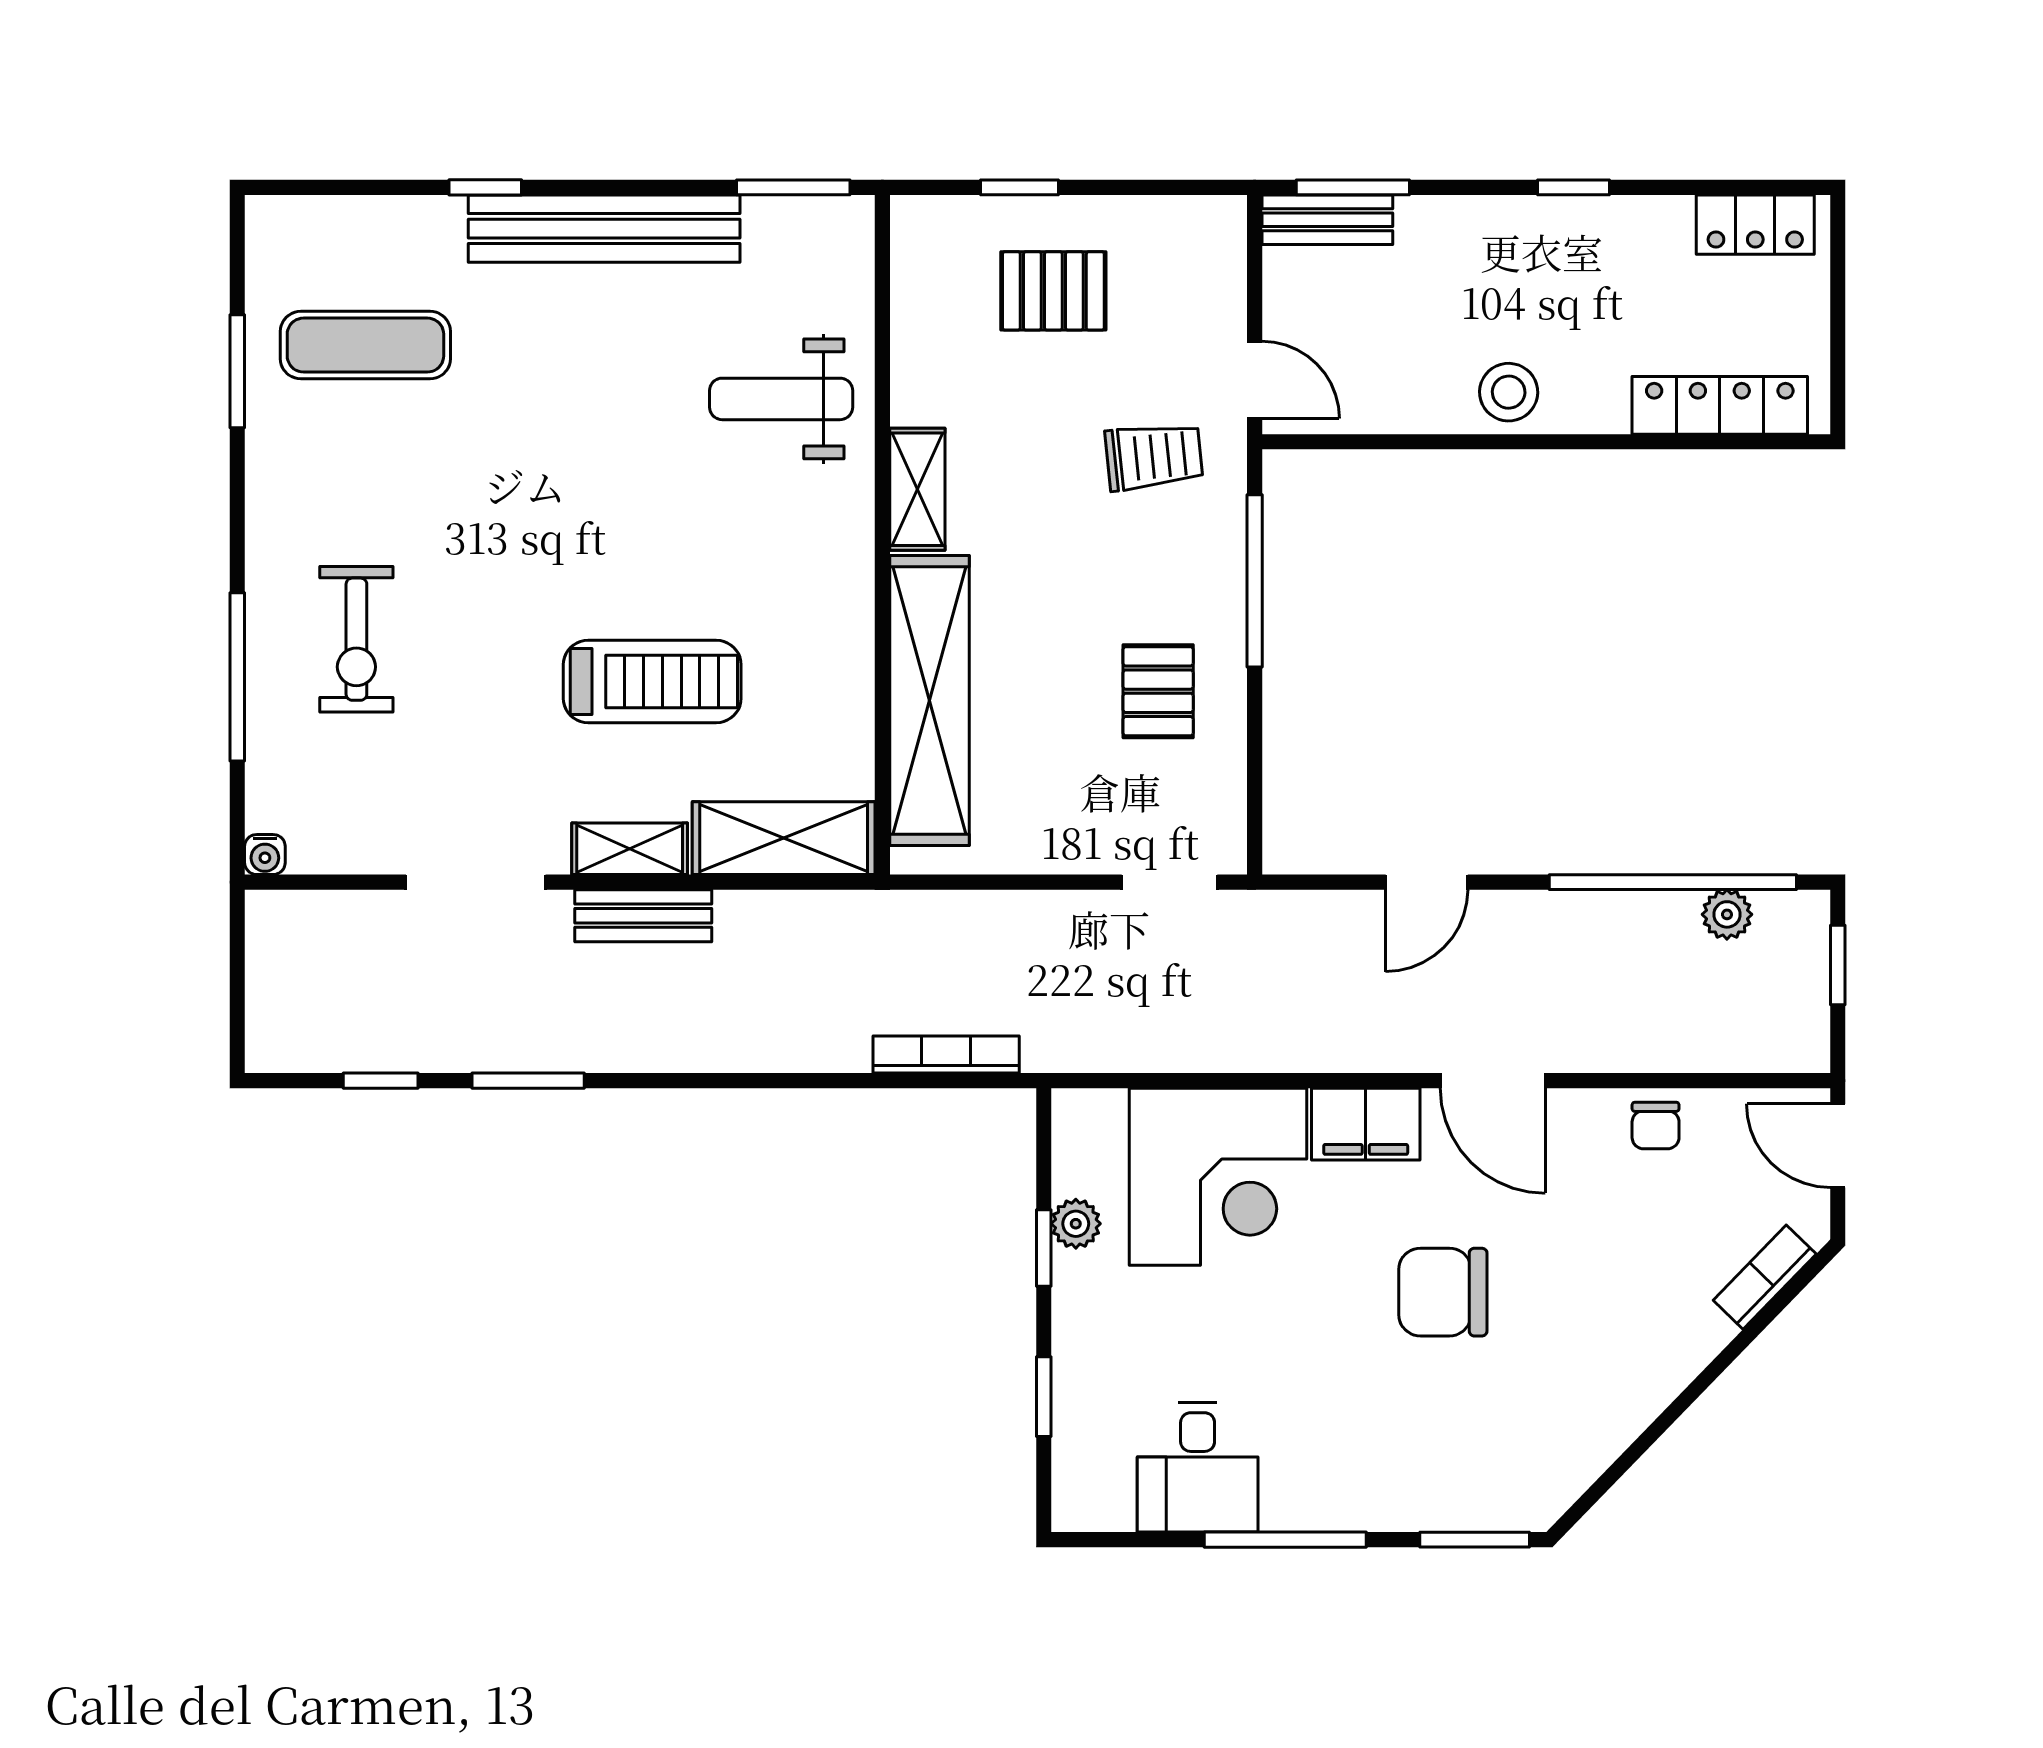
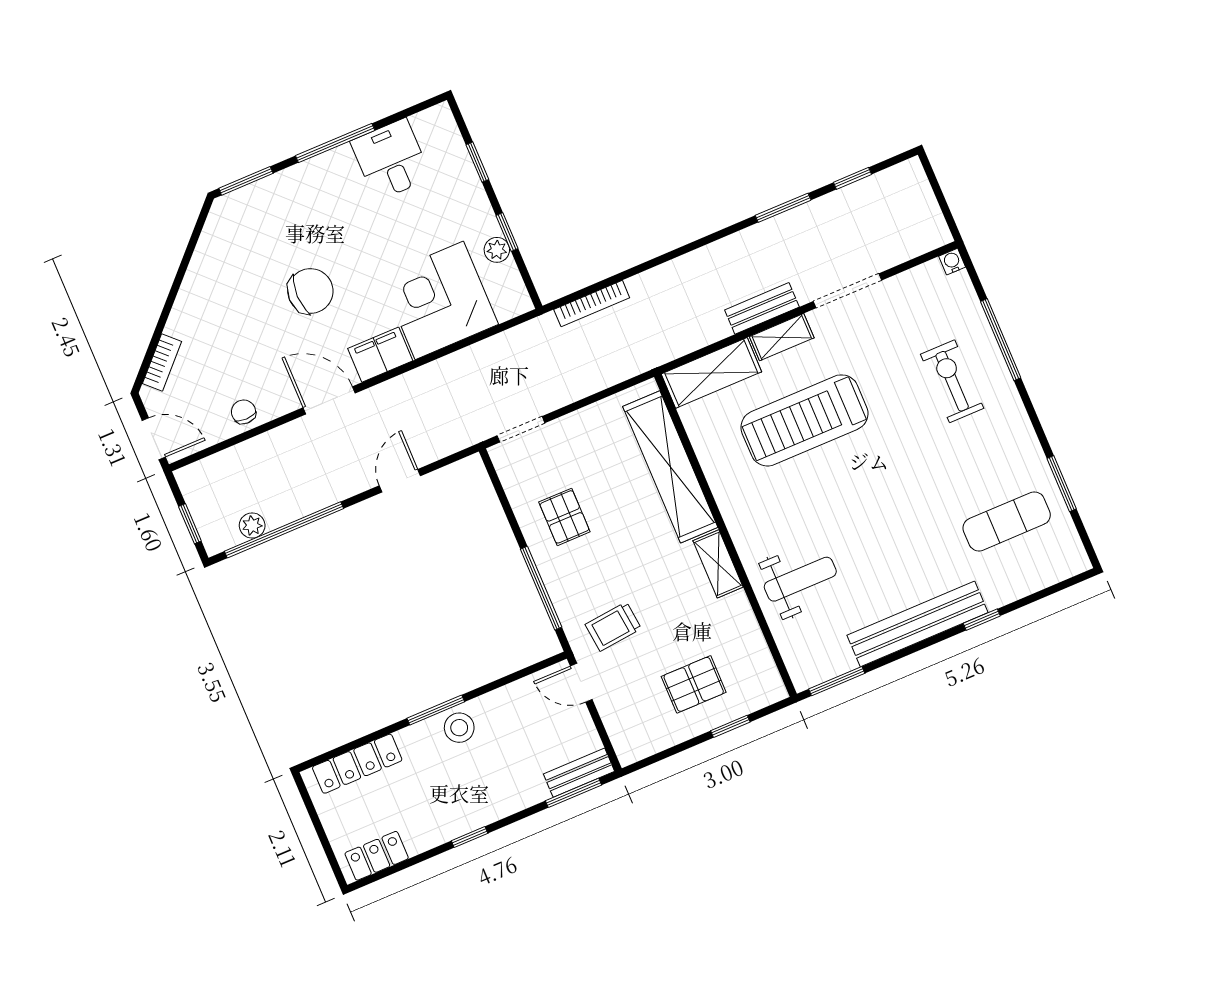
window: (1537, 442) -> (436, 710), added
treadmill: (652, 682) -> (804, 420), width x1.37, depth x1.38

